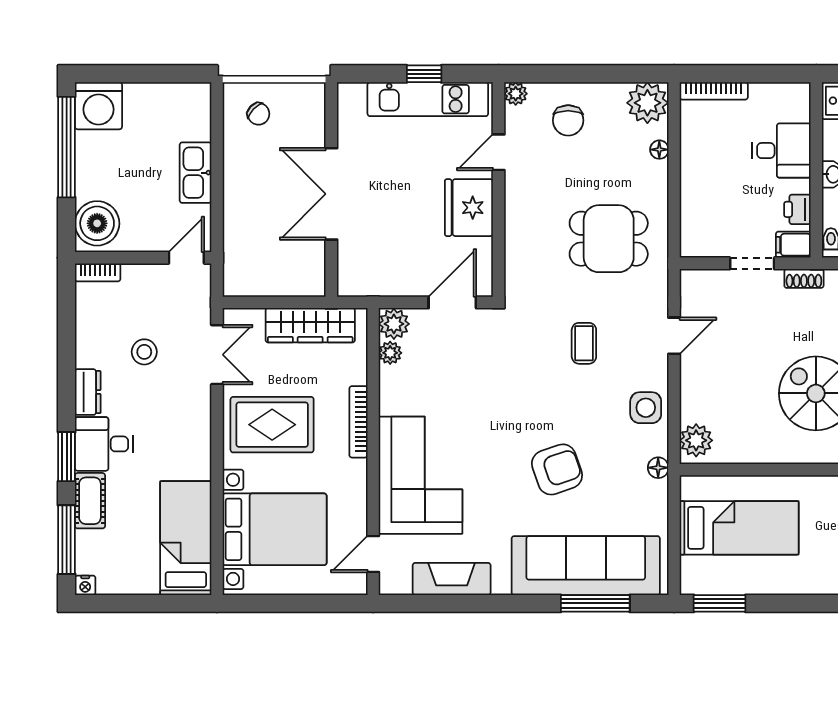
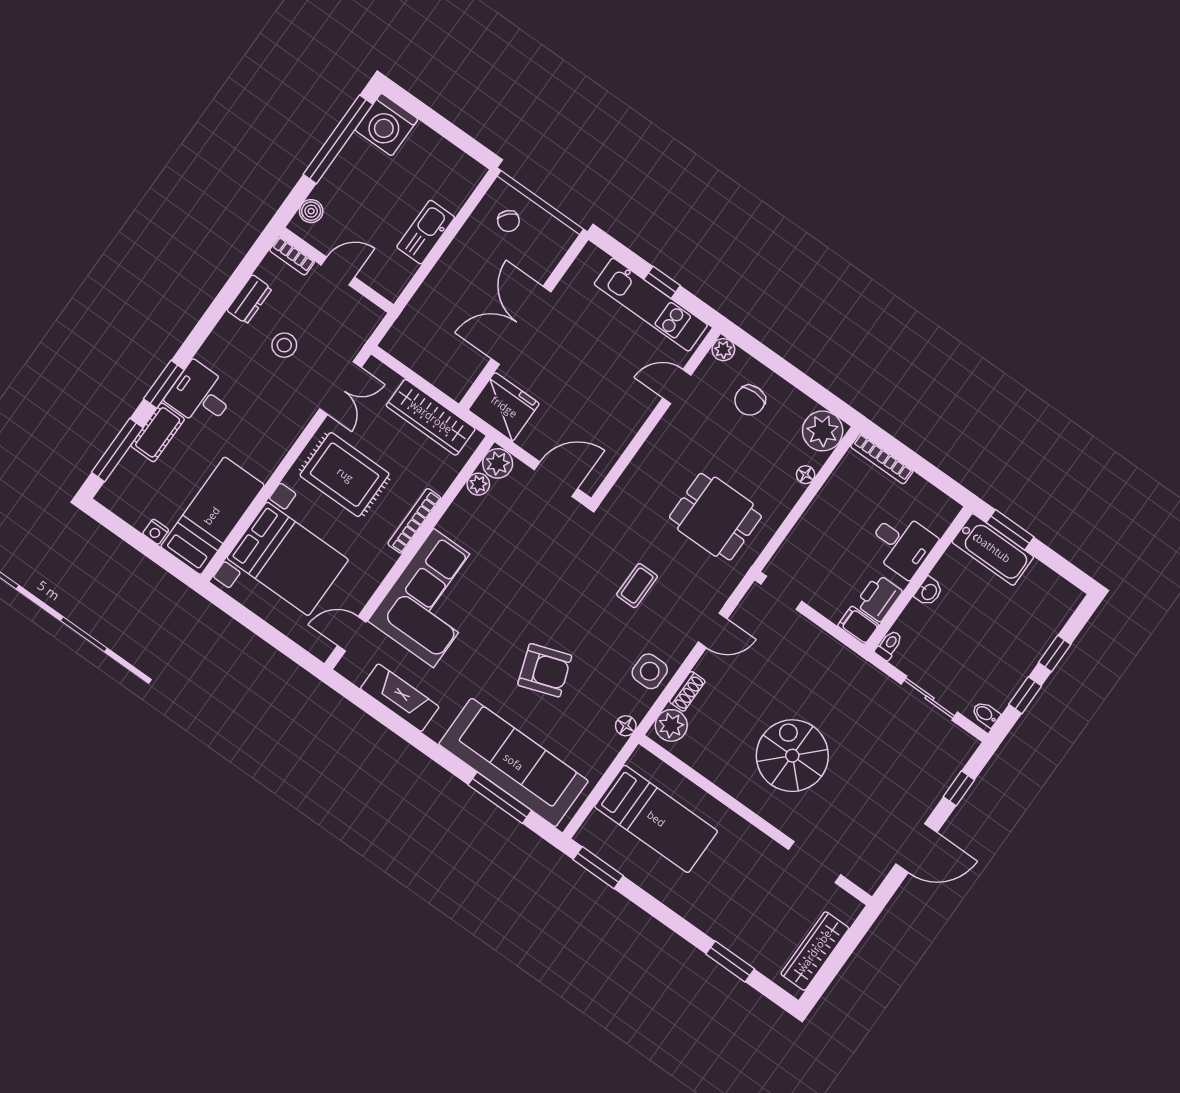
fridge: (469, 208) -> (504, 407), moved, turned 90
printer: (797, 209) -> (879, 598), width x1.36, depth x1.24
boiler: (97, 223) -> (311, 211), width x0.54, depth x0.54
door: (186, 258) -> (338, 271), moved
doorway: (752, 263) -> (781, 593), moved
shoe rack: (804, 278) -> (687, 691), moved, turned -90
dresser: (88, 392) -> (249, 299), moved
nightstand: (85, 585) -> (156, 532), moved

